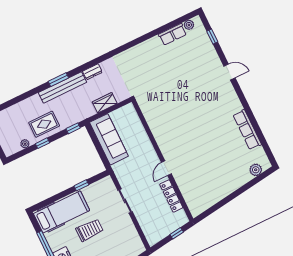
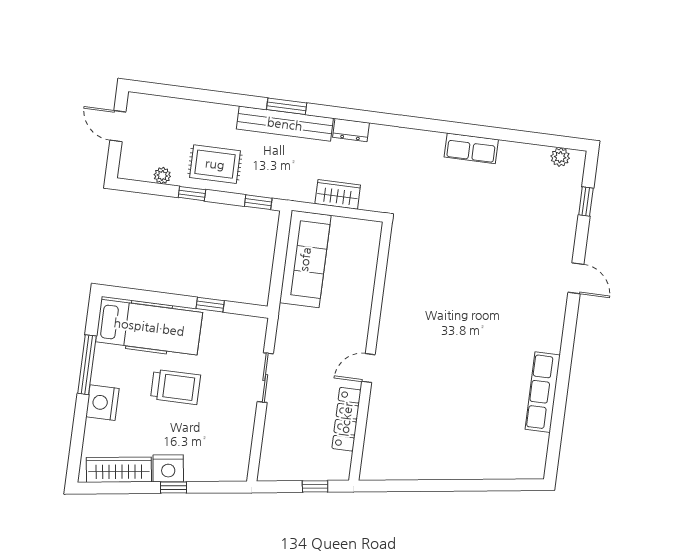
row of seats: (173, 34) -> (471, 148), moved
plant: (256, 170) -> (513, 467), removed

